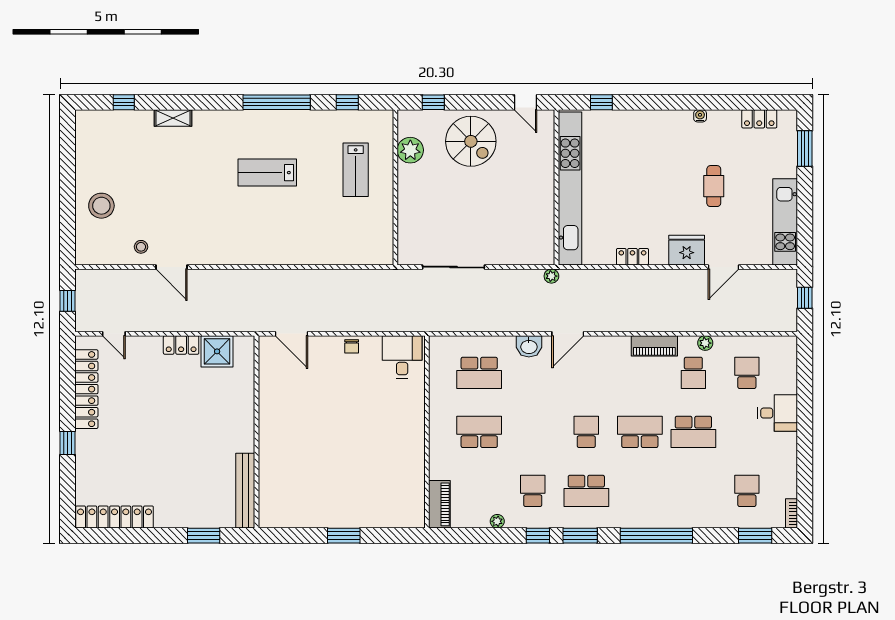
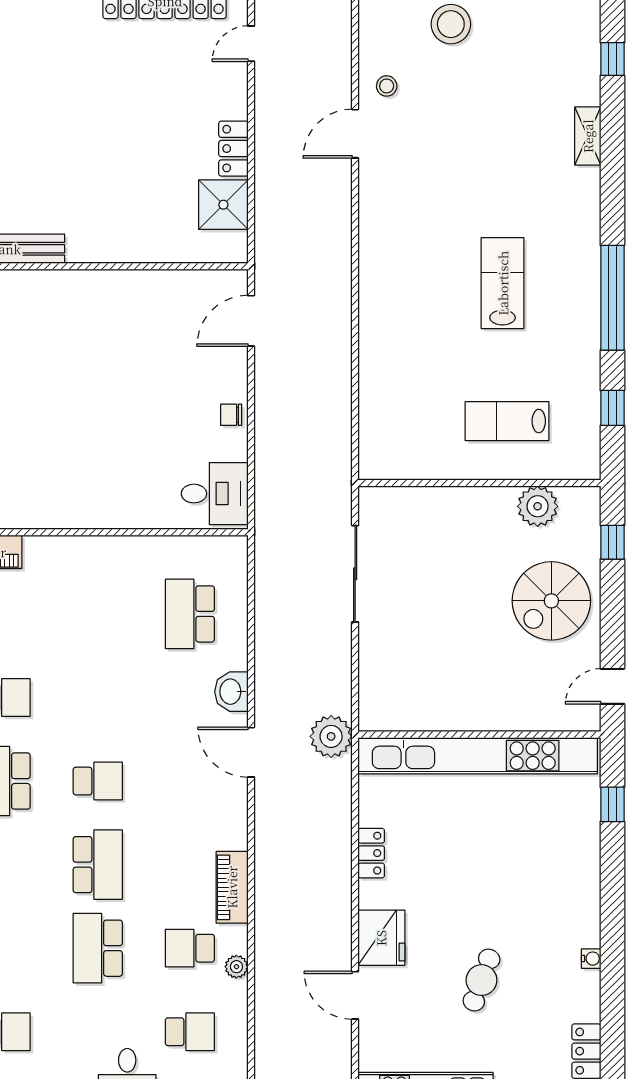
cafe table: (714, 186) -> (481, 980), turned -70
plant: (551, 276) -> (331, 736), width x1.88, depth x1.88
school desk: (479, 432) -> (98, 614), removed

